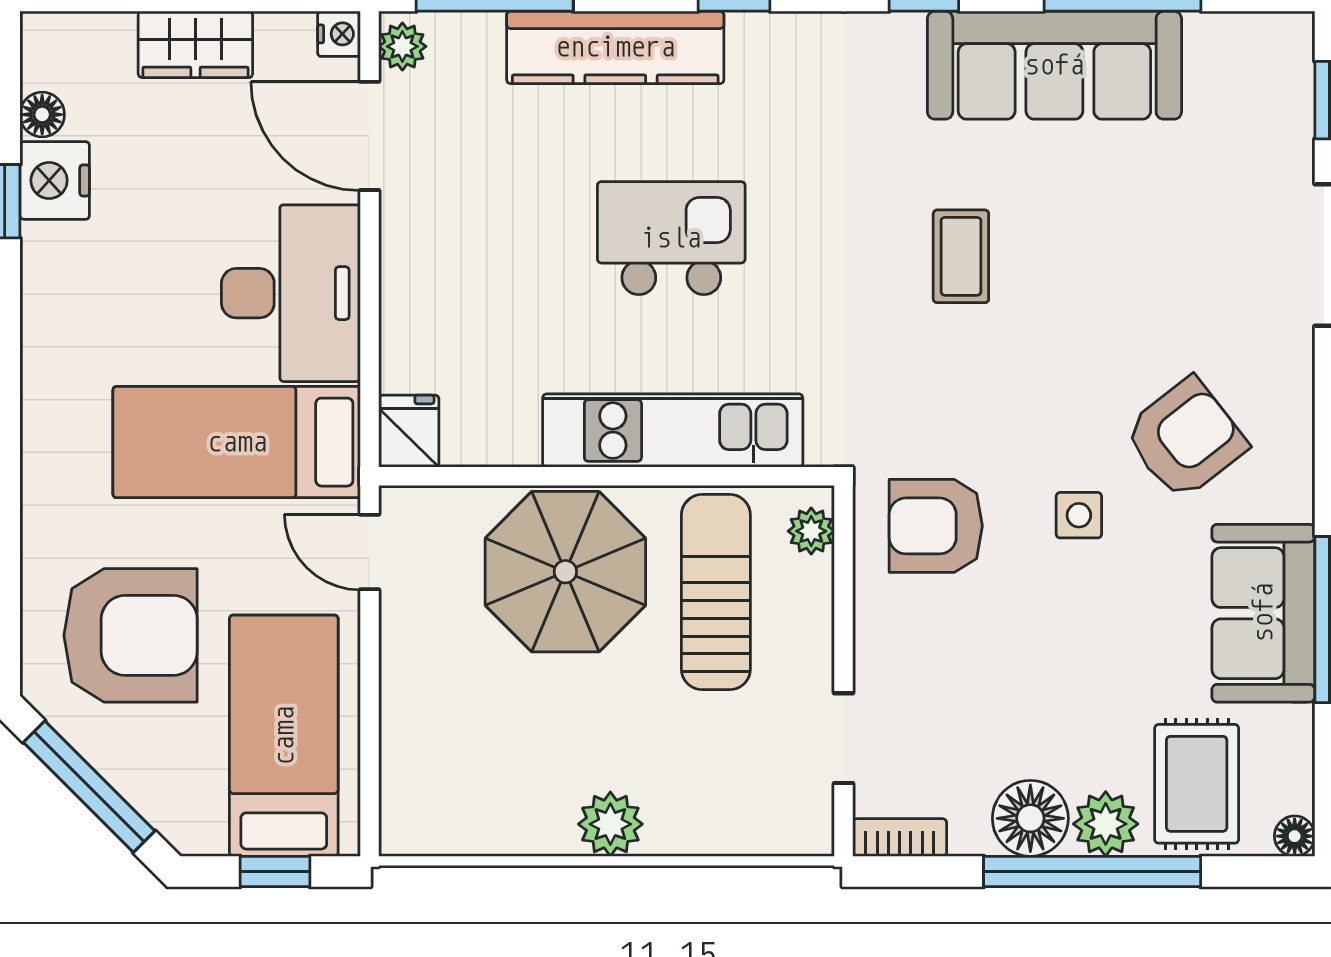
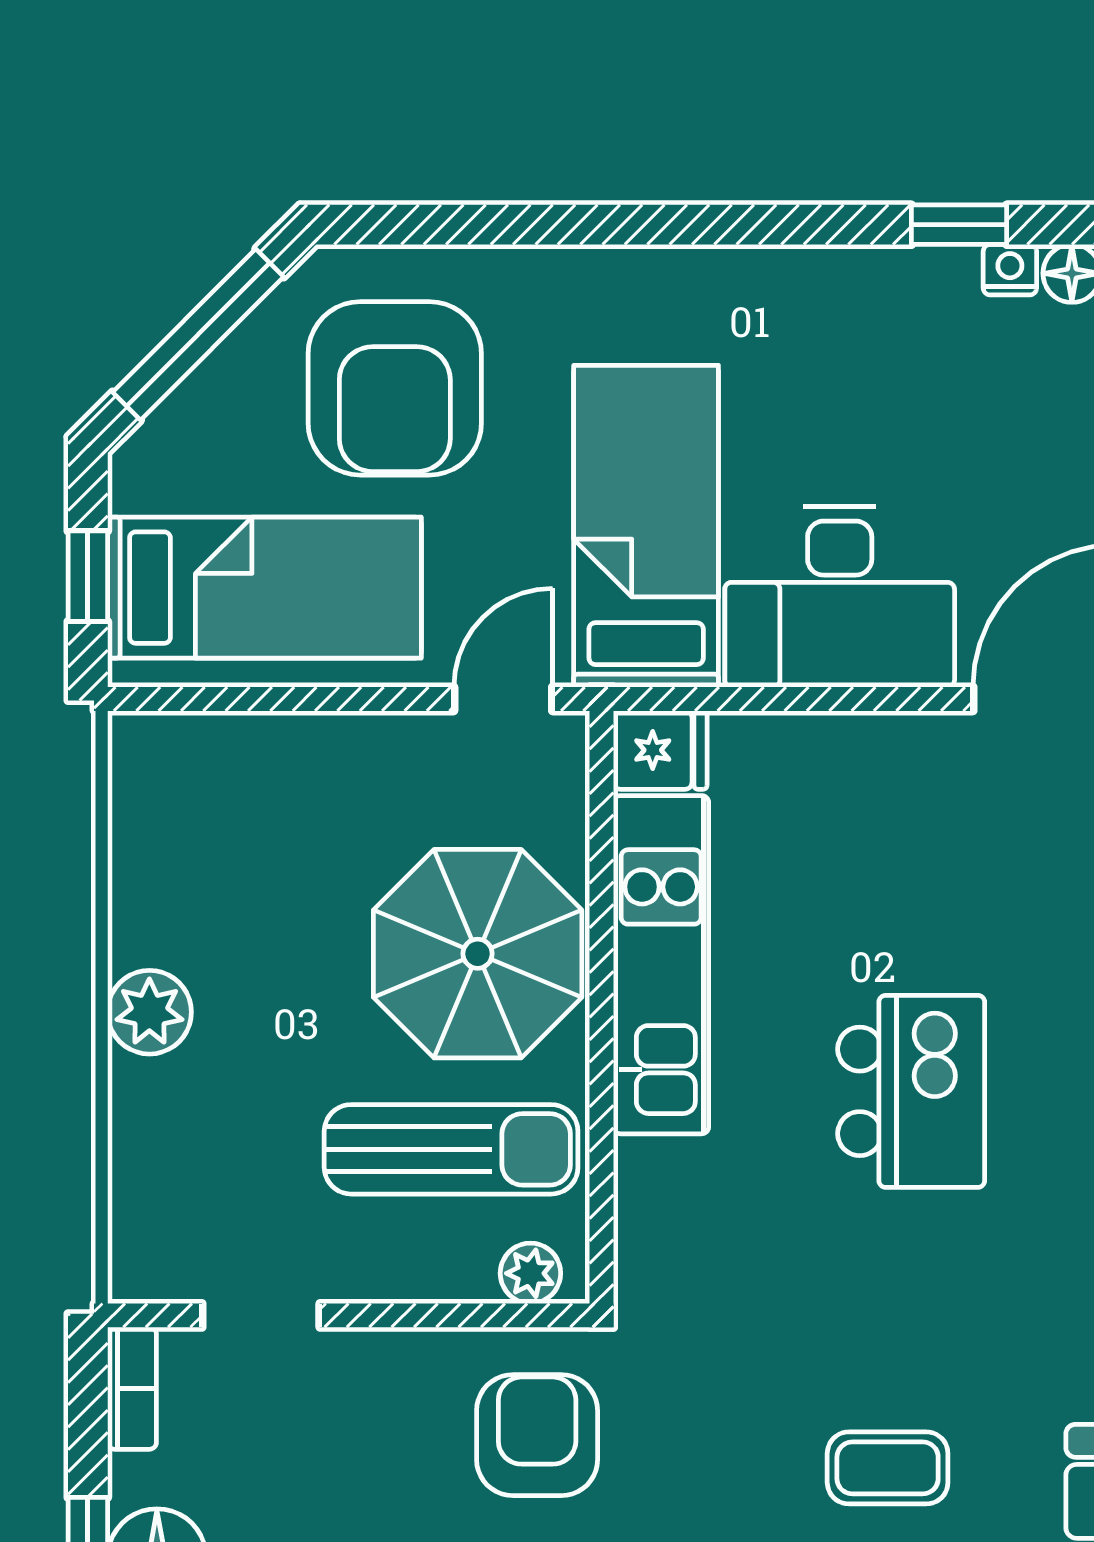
nightstand: (55, 180) -> (1010, 270), width x0.53, depth x0.56
kitchen unit: (673, 431) -> (661, 965), moved

